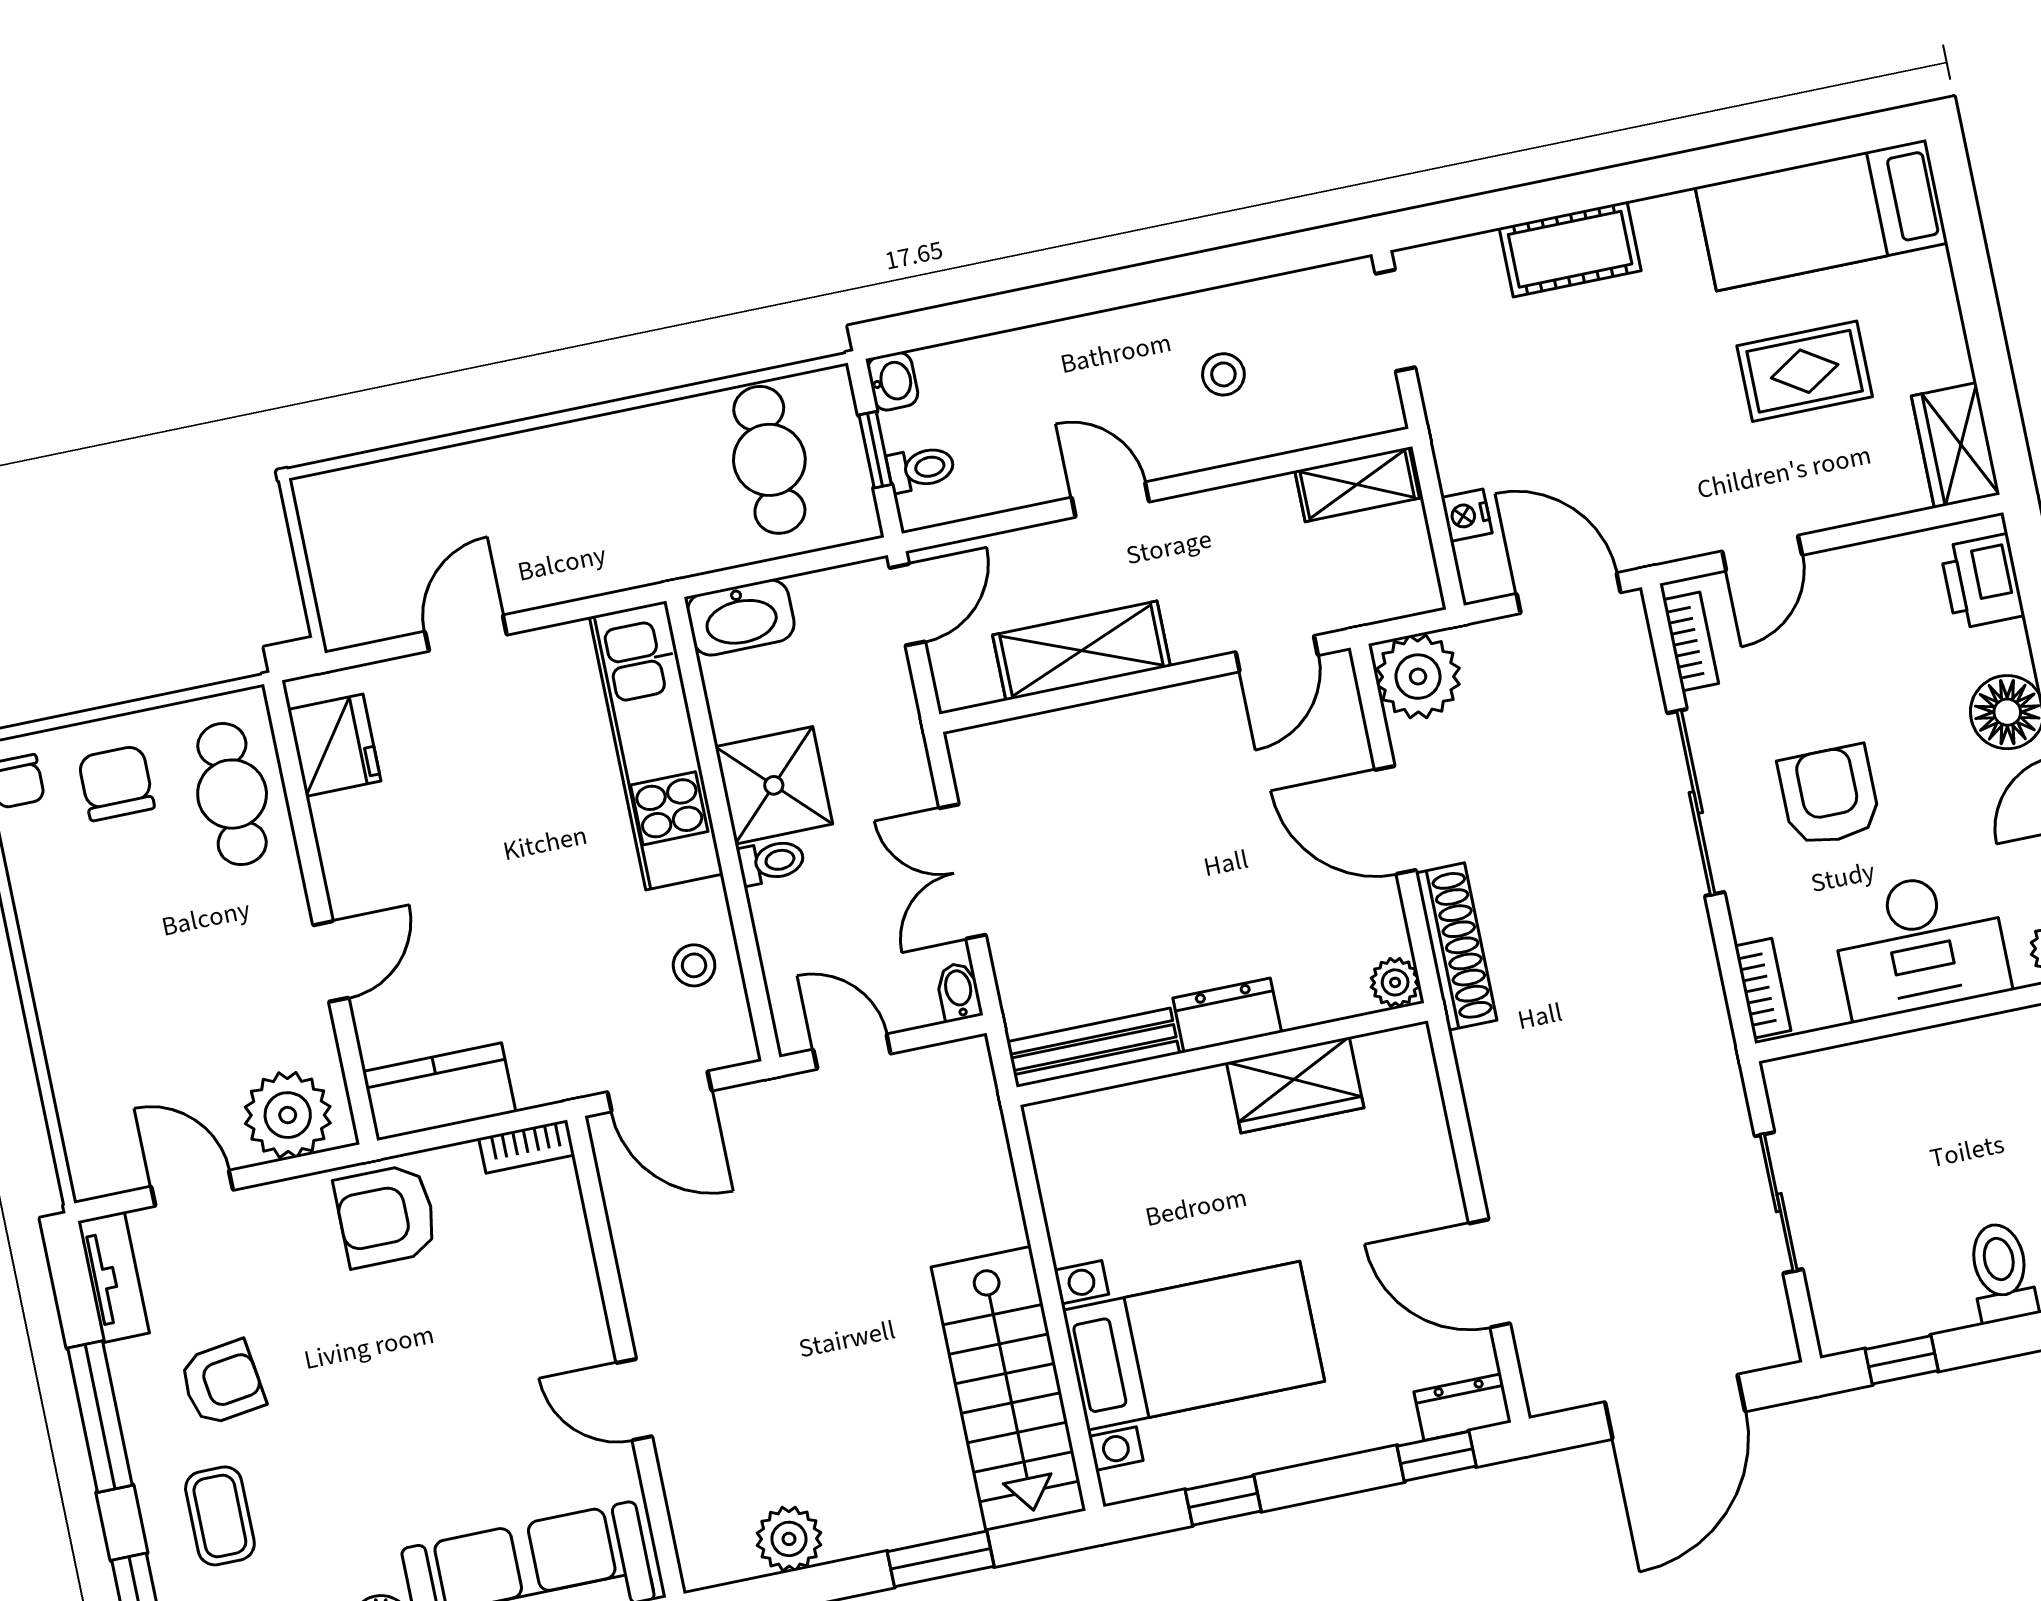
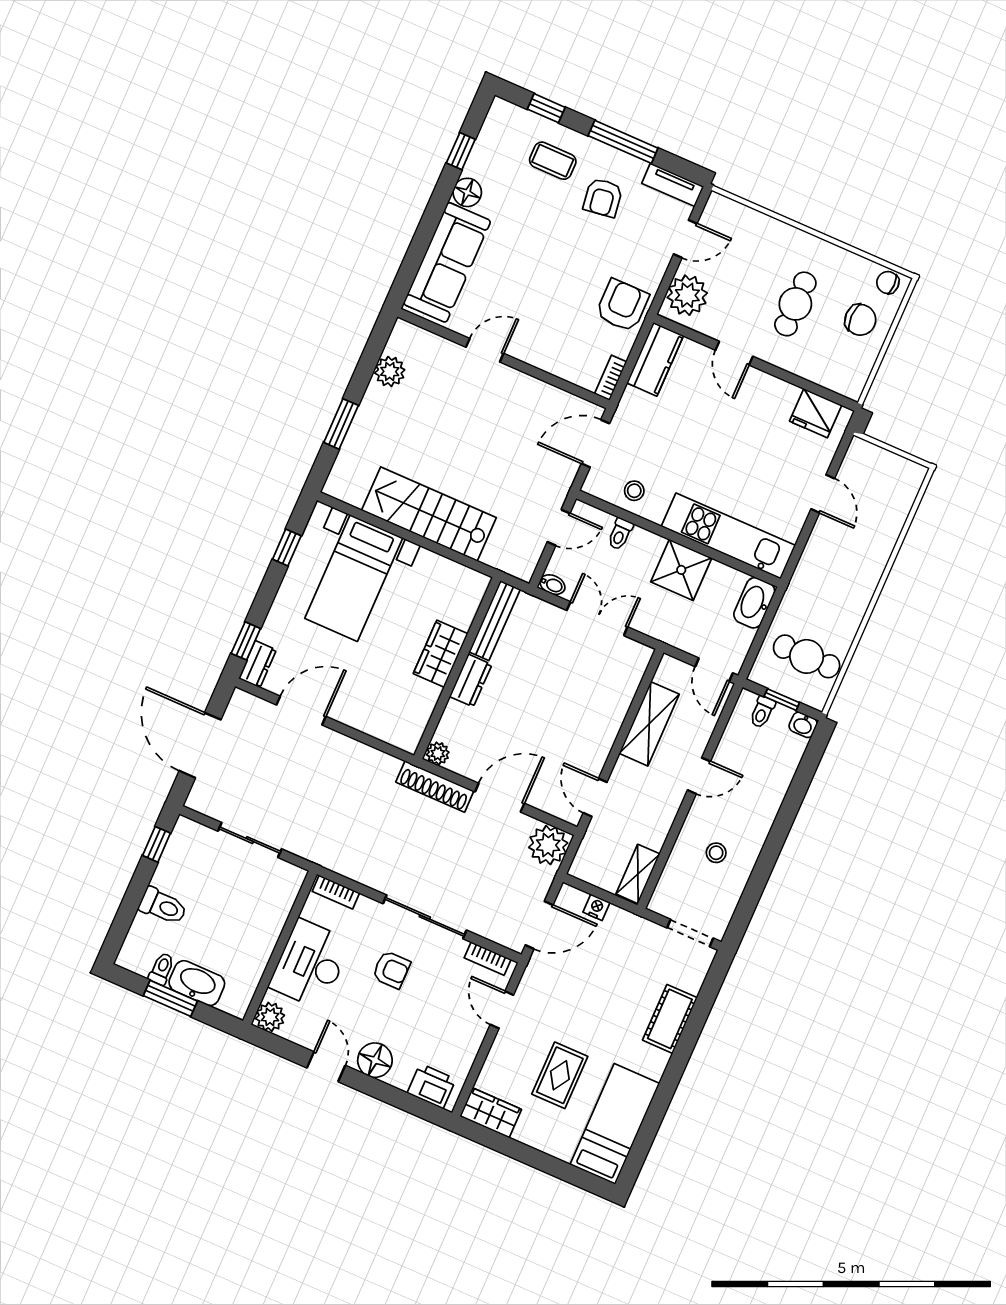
cafe table: (232, 794) -> (795, 304), moved, turned 90
armchair: (1829, 796) -> (391, 970), width x0.72, depth x0.72
toilet: (771, 862) -> (620, 534), moved
wardrobe: (1295, 1085) -> (441, 654), moved
stairs: (1009, 1389) -> (429, 514), moved

